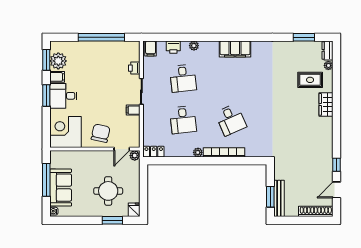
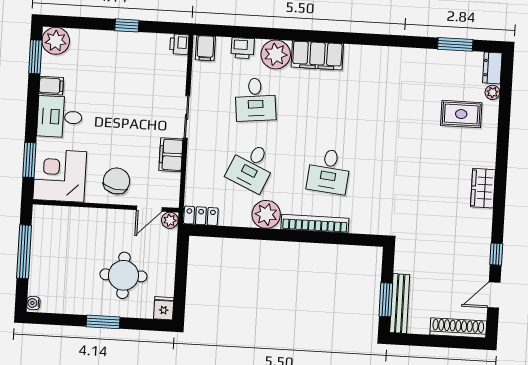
window: (101, 37) -> (127, 25), width x0.32
plant: (194, 46) -> (276, 54), width x1.88, depth x1.88
filing cabinet: (235, 49) -> (317, 55), moved
plant: (58, 61) -> (56, 41), moved
printer: (134, 68) -> (179, 44), moved
window: (46, 96) -> (29, 160), moved
wardrobe: (326, 104) -> (483, 188), moved
filing cabinet: (133, 110) -> (171, 155), width x2.00
desk: (183, 120) -> (252, 167), turned 30
desk: (231, 120) -> (329, 171), turned 30
plant: (198, 152) -> (266, 214), width x1.88, depth x1.88
sofa: (61, 188) -> (47, 265), removed
window: (112, 220) -> (103, 322), moved

